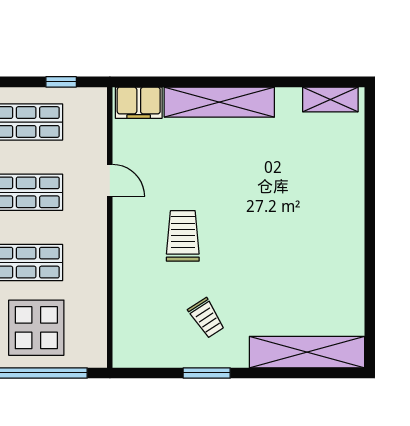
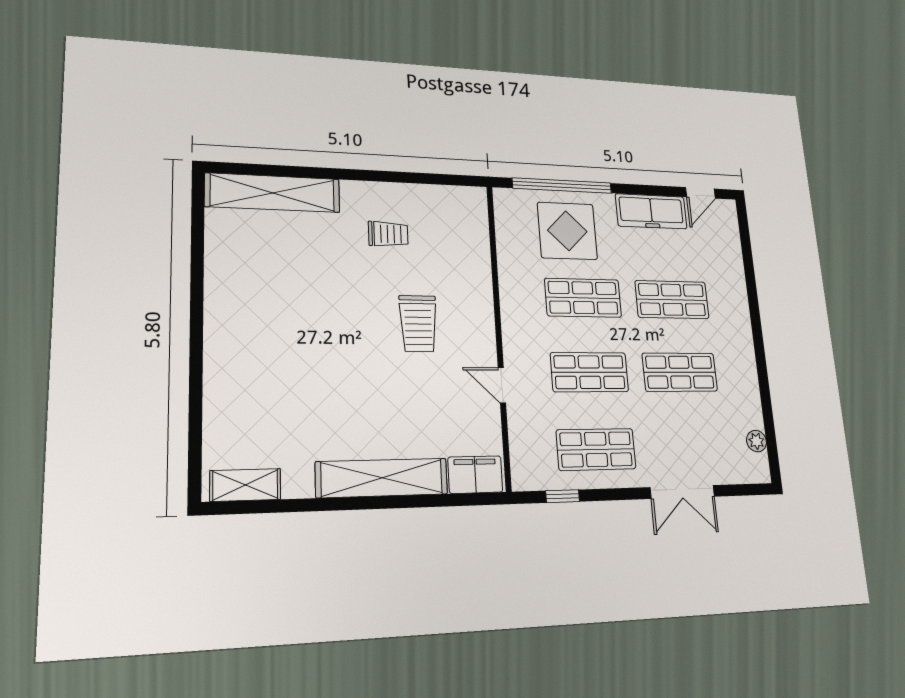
trolley: (206, 318) -> (388, 234), turned 123
window: (207, 373) -> (386, 176), removed

